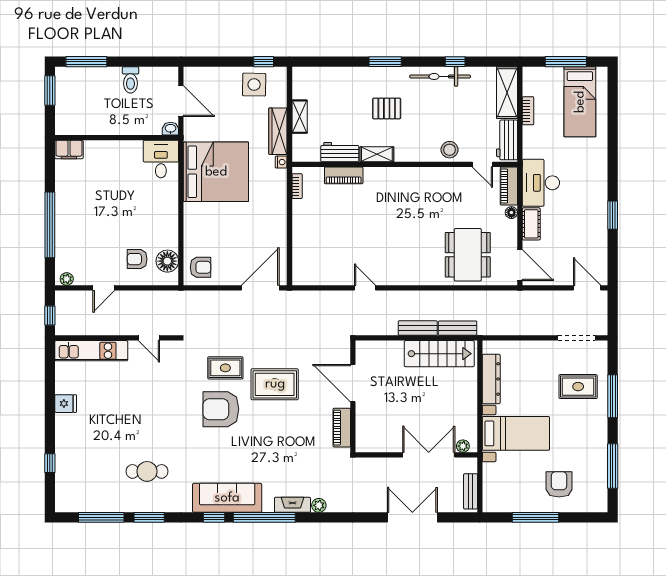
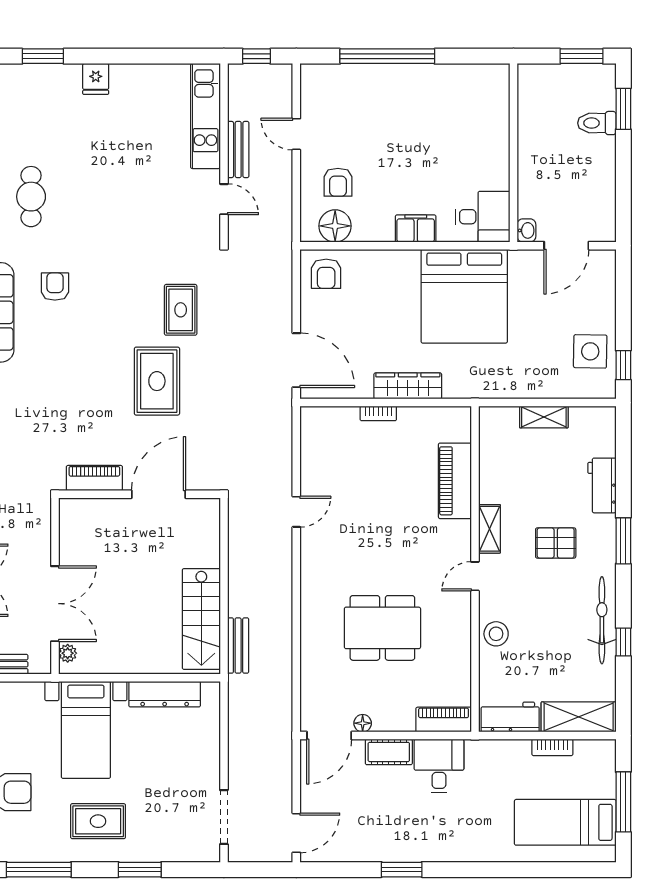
window: (86, 62) -> (623, 109), width x0.69
toilet: (130, 80) -> (597, 123), moved
pallet: (387, 108) -> (556, 543), turned 90
wardrobe: (278, 131) -> (408, 386), moved
filing cabinet: (69, 150) -> (416, 229), moved, turned 90
workbench: (340, 152) -> (602, 485), moved, turned 180
nightstand: (281, 162) -> (478, 390), removed
door: (482, 164) -> (475, 576), moved
piano: (344, 175) -> (455, 481), width x1.37, depth x1.33
desk: (541, 183) -> (439, 766), width x0.73
bookcase: (297, 186) -> (378, 413), moved
floor lamp: (511, 213) -> (363, 723), moved
dining table: (468, 255) -> (382, 628), moved
armchair: (137, 259) -> (338, 182), turned 180
plant: (67, 279) -> (309, 80), removed
bench: (418, 328) -> (238, 149), moved
door: (149, 338) -> (224, 199), swing flipped
rug: (578, 387) -> (98, 821), moved, turned 90
window: (613, 396) -> (140, 870), width x0.69
fridge: (66, 404) -> (96, 79), moved
armchair: (221, 409) -> (55, 287), moved, width x0.53, depth x0.53
window: (50, 463) -> (43, 56), width x1.50

